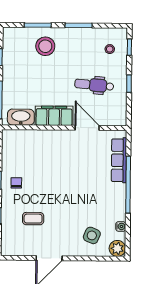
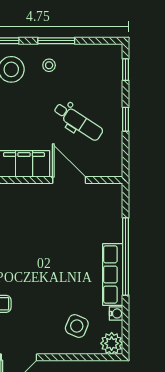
stool: (110, 49) -> (49, 65), moved
dental chair: (94, 85) -> (78, 122), turned -152
row of seats: (119, 160) -> (113, 274), moved

